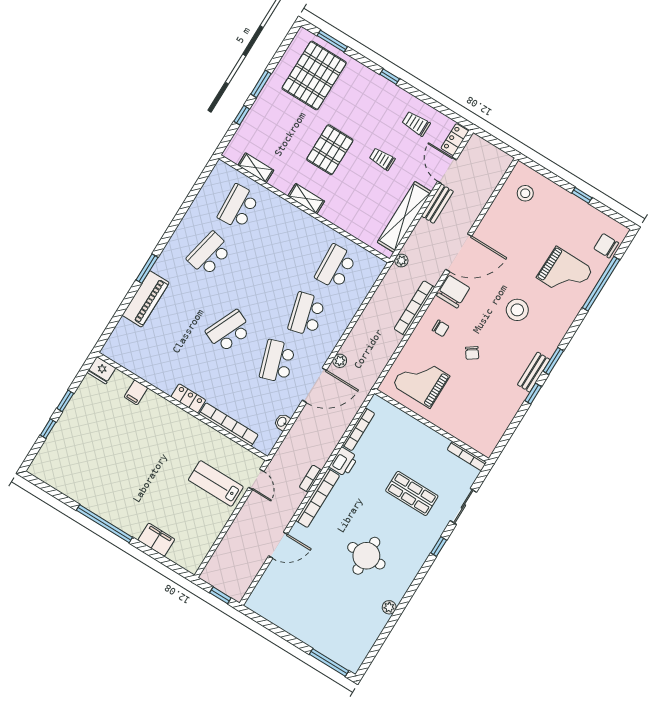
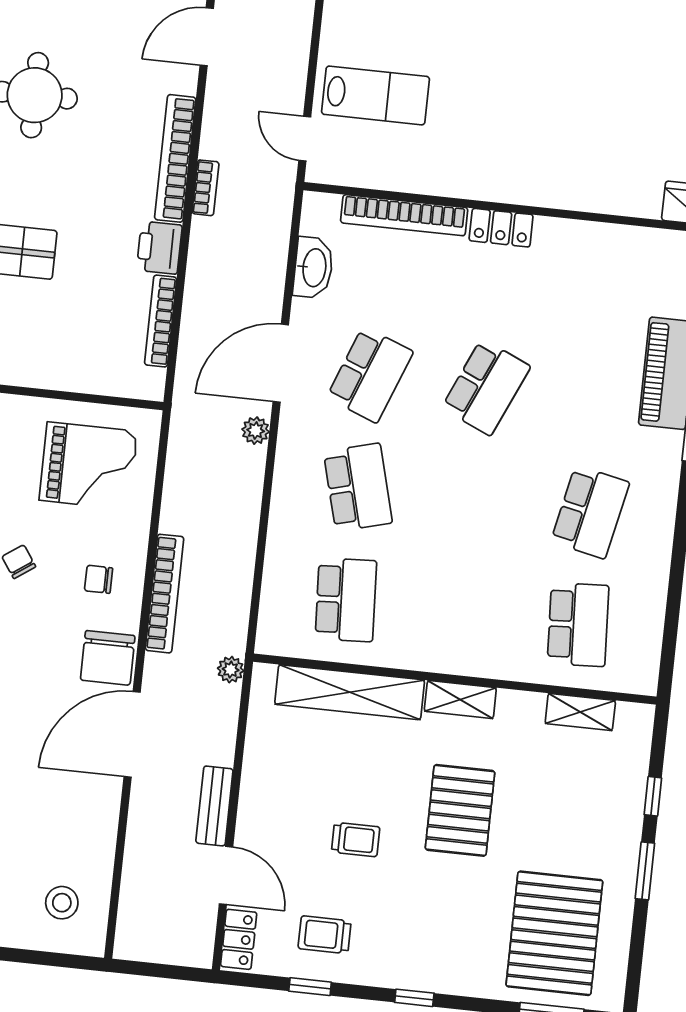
window: (433, 104) -> (310, 987), added
trolley: (416, 123) -> (325, 935), turned 180
shelving: (404, 217) -> (350, 692), moved, turned 90
school desk: (277, 361) -> (370, 375), turned 39
filing cabinet: (136, 392) -> (603, 193), removed
washbasin: (282, 422) -> (313, 268), width x1.91, depth x1.45

